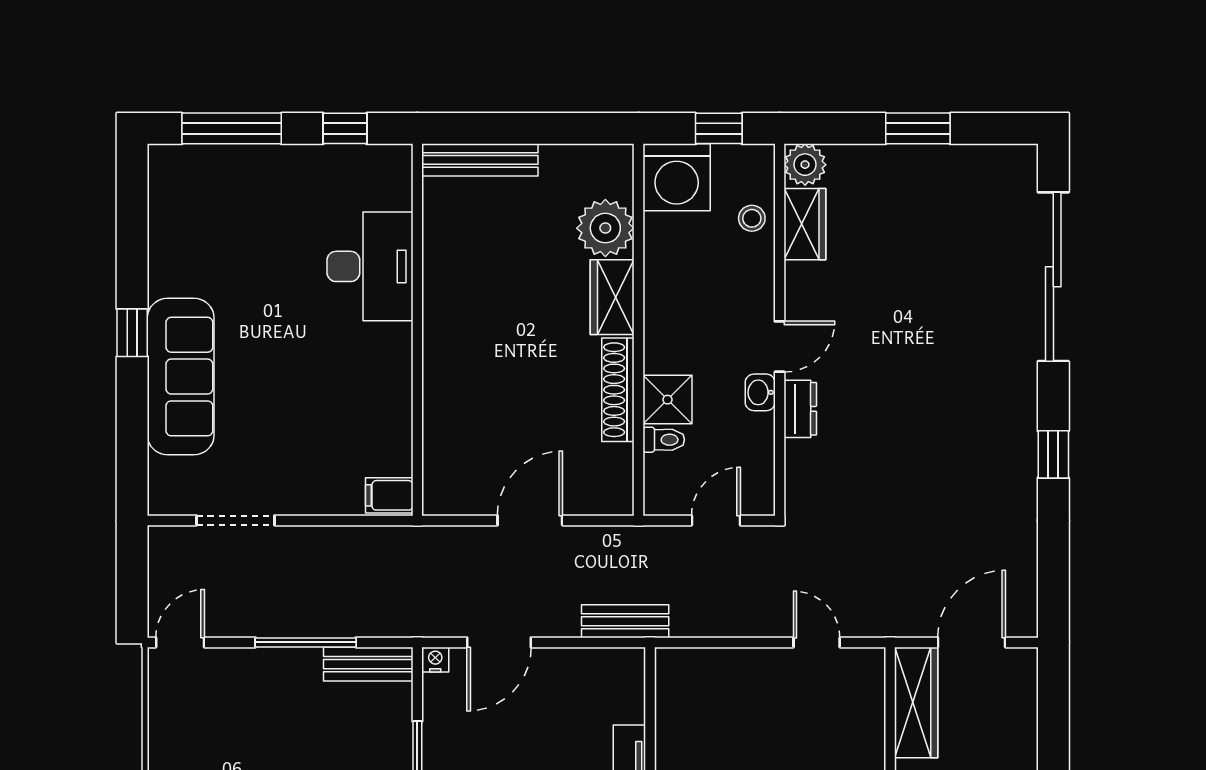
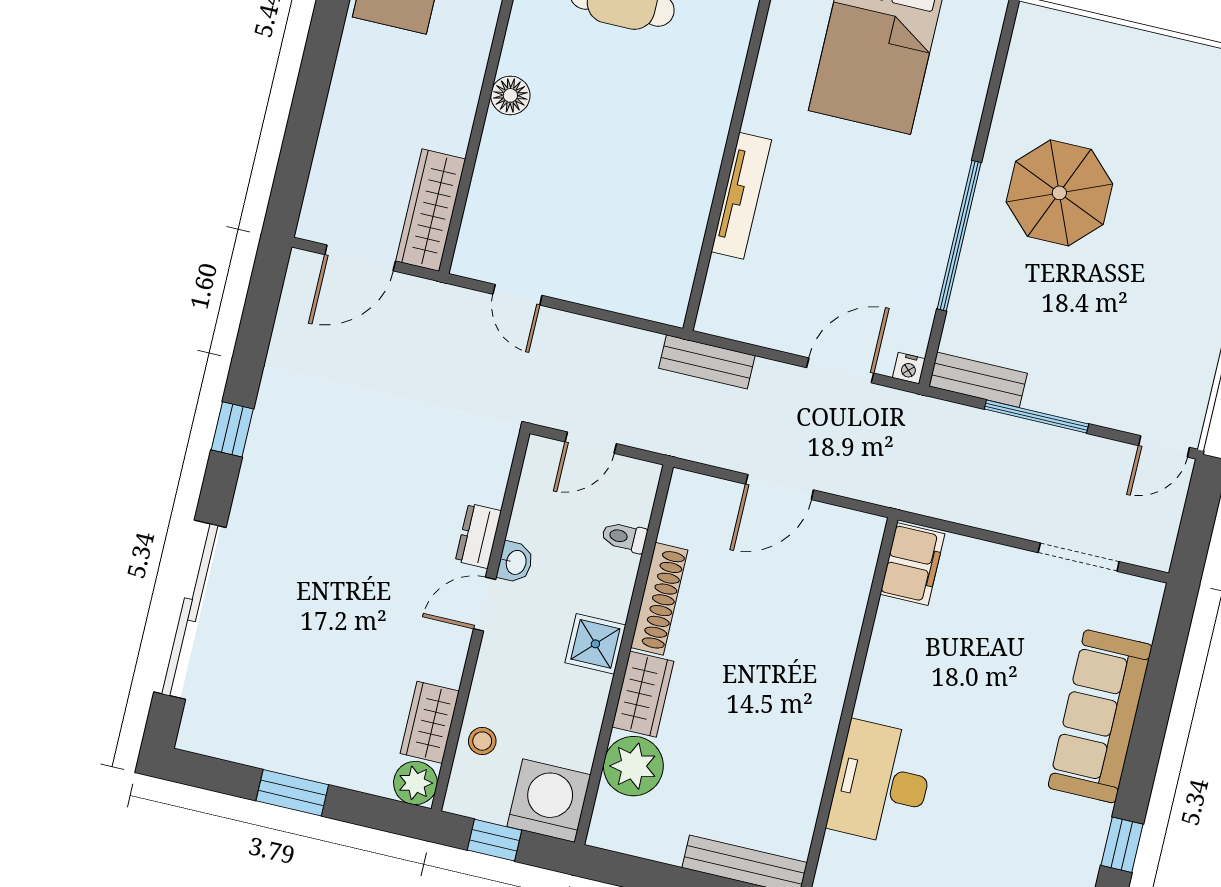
window: (132, 333) -> (1122, 845), moved
shower: (667, 400) -> (595, 644), moved
filing cabinet: (389, 495) -> (912, 564), width x2.00

